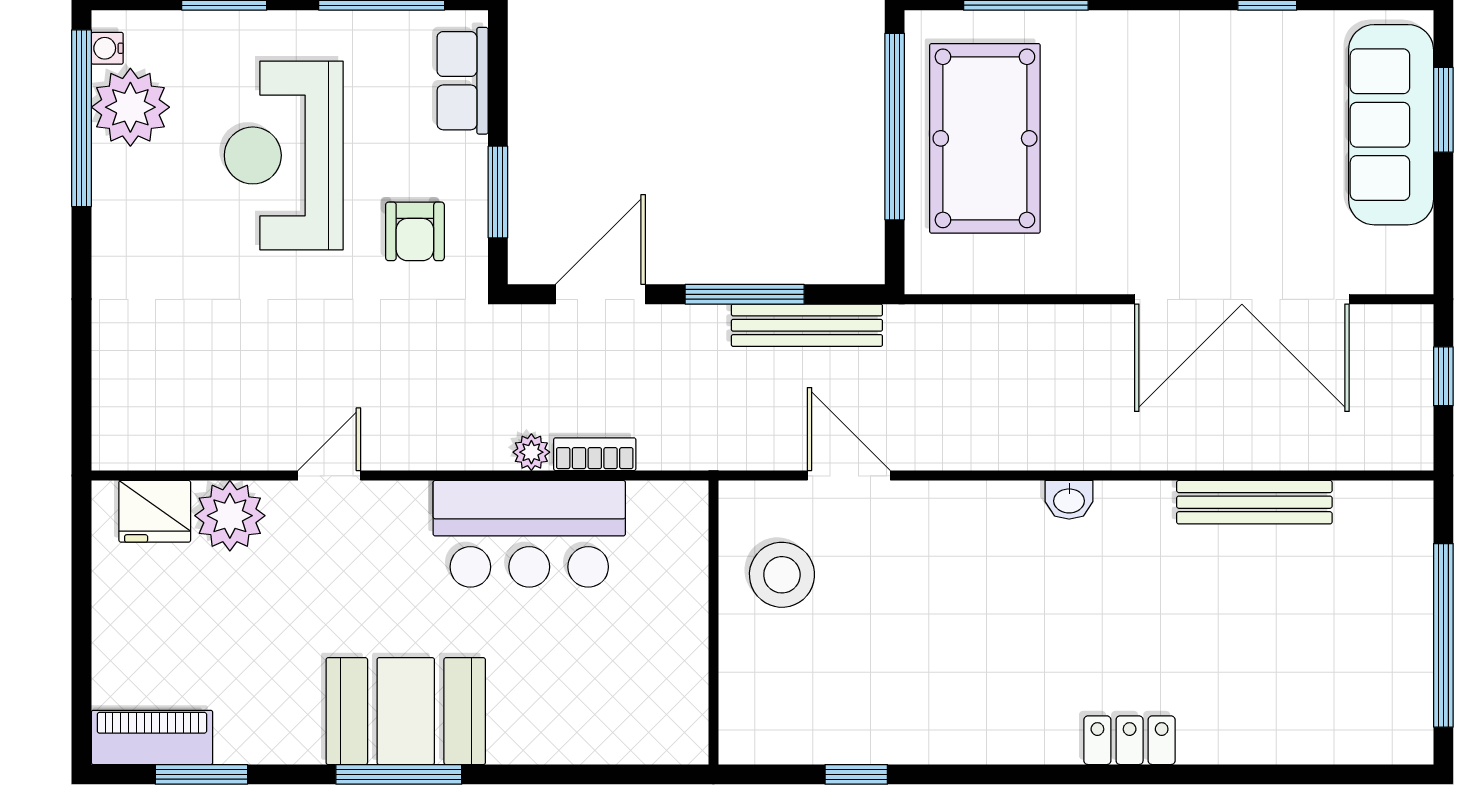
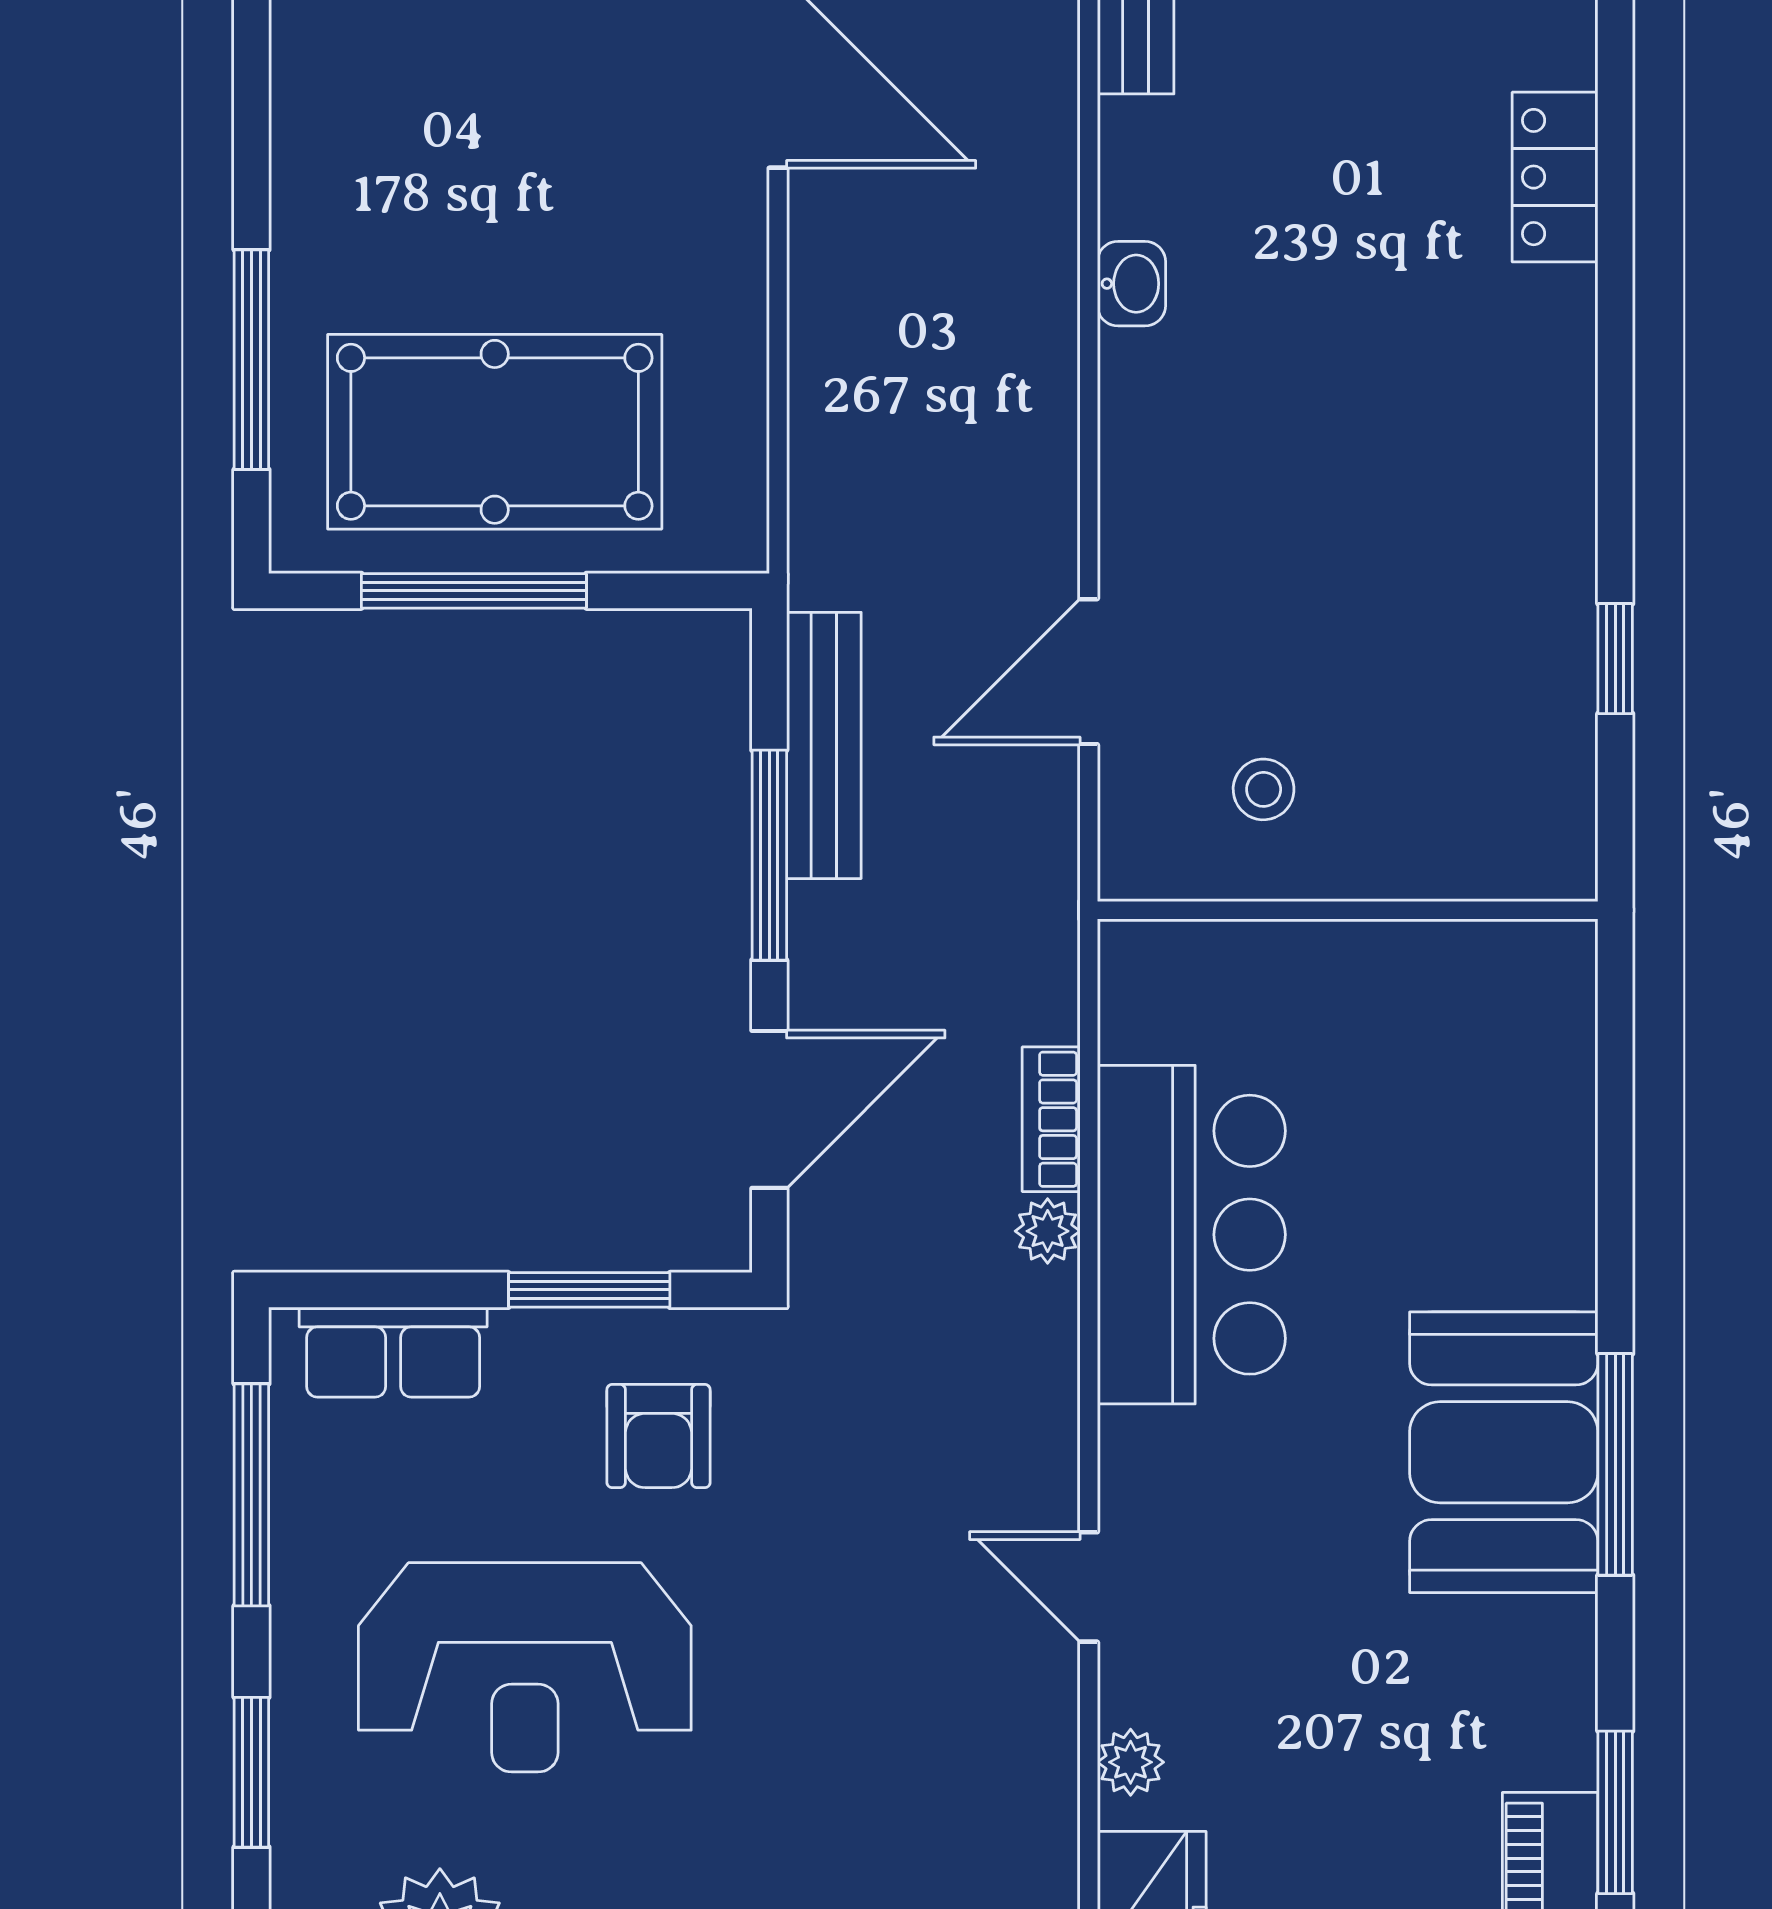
window: (895, 127) -> (474, 591), width x0.68
armchair: (415, 231) -> (658, 1436), turned 90
door: (600, 294) -> (769, 1109), swing flipped
plant: (230, 516) -> (1131, 1762), width x0.53, depth x0.53
stool: (782, 575) -> (1264, 789), width x0.53, depth x0.53

